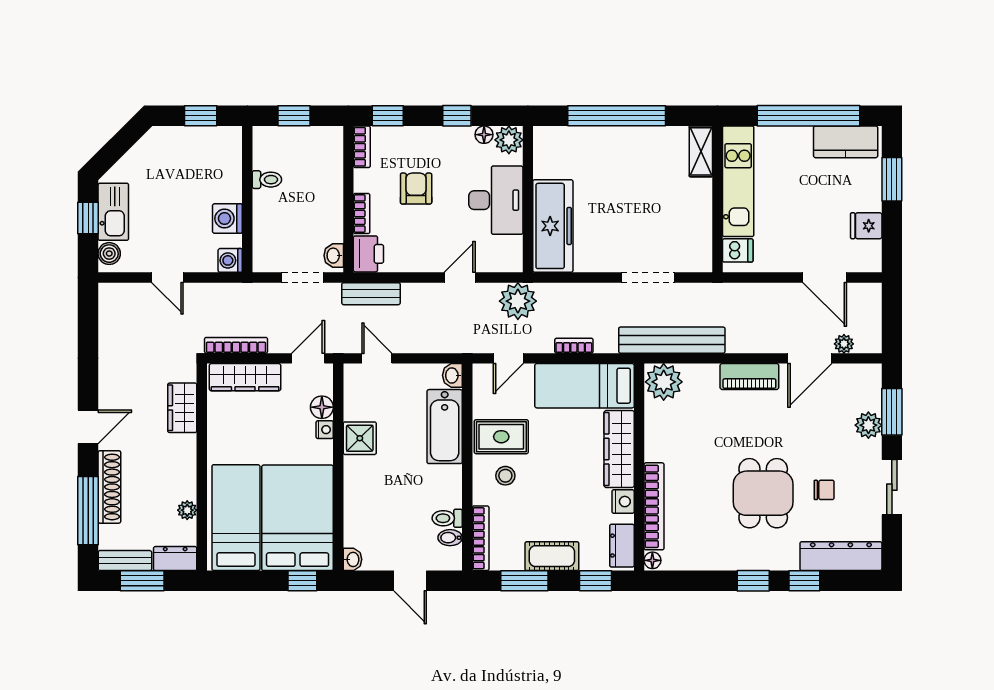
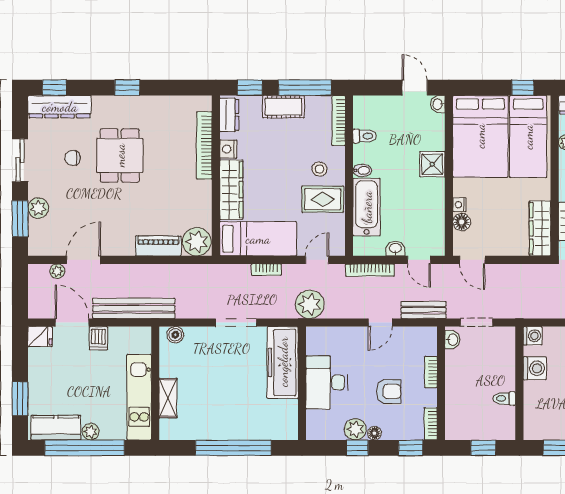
floor lamp: (484, 135) -> (374, 433), moved
plant: (801, 137) -> (91, 432), added
plant: (509, 140) -> (355, 429), moved
shelving: (701, 151) -> (168, 398), moved
armchair: (416, 188) -> (389, 392), turned -90
fridge: (866, 226) -> (40, 337), moved
dishwasher: (738, 250) -> (98, 338), moved, turned -90
printer: (368, 254) -> (426, 341), removed
boiler: (691, 262) -> (175, 335), added
door: (460, 277) -> (380, 323), moved
doorway: (648, 277) -> (236, 323), moved
bench: (672, 340) -> (134, 308), moved
bookcase: (236, 345) -> (370, 270), moved
door: (308, 358) -> (472, 260), hinge flipped
washbasin: (452, 375) -> (395, 248), moved, turned -90
piano: (749, 376) -> (158, 246), moved
wardrobe: (245, 377) -> (540, 228), moved, turned -90
shower: (360, 438) -> (432, 164), moved
bidet: (450, 538) -> (362, 170), moved
floor lamp: (652, 560) -> (205, 103), removed
window: (302, 581) -> (523, 88), moved
door: (410, 581) -> (415, 88), moved
window: (524, 581) -> (305, 88), width x1.44
window: (804, 581) -> (54, 88), moved

